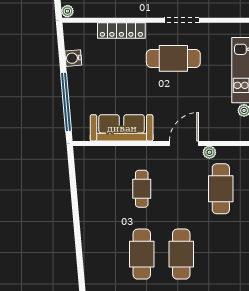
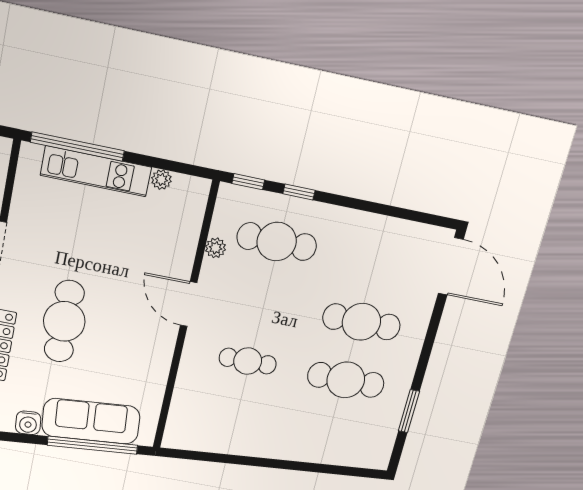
cafe table: (173, 58) -> (64, 321), moved
sofa: (122, 128) -> (91, 421), moved, turned 85
door: (184, 143) -> (189, 304), moved

